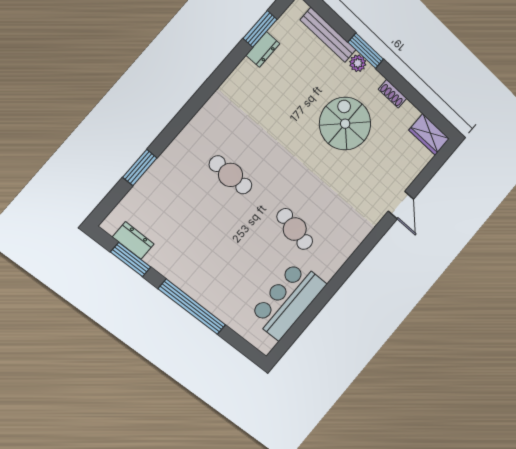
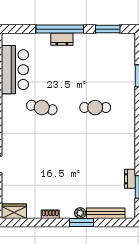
spiral stairs: (345, 124) -> (61, 179), removed
dresser: (133, 241) -> (62, 39), moved

